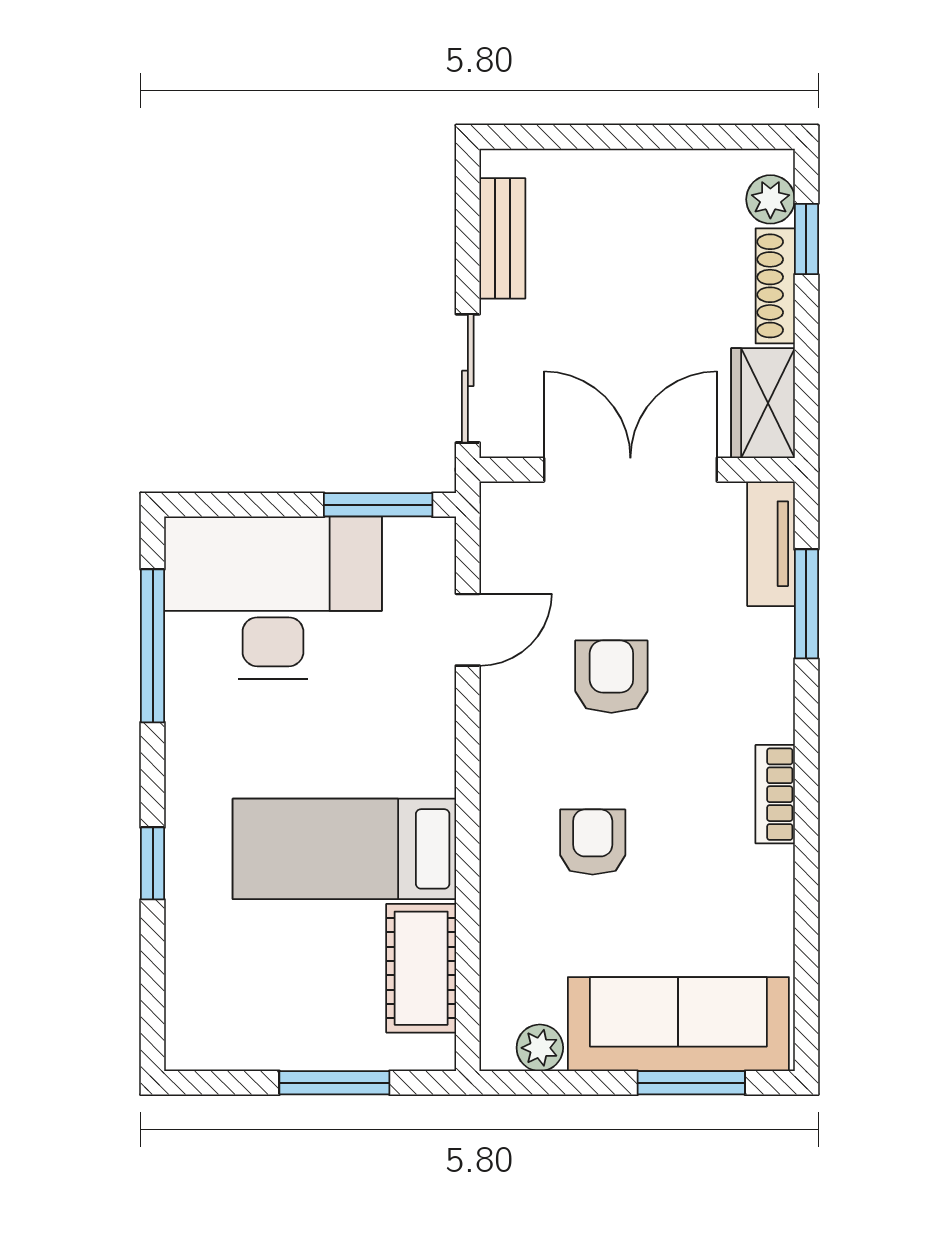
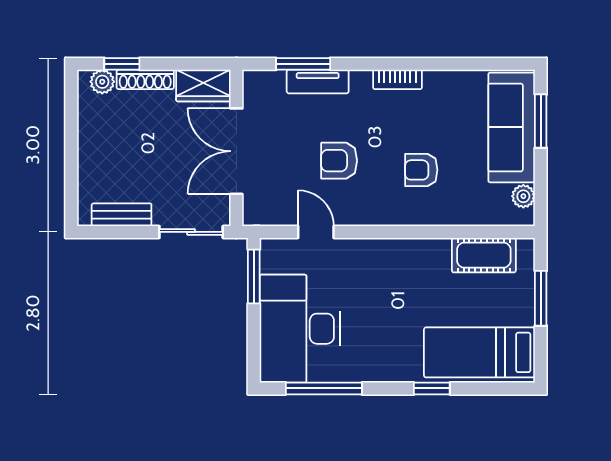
tv unit: (771, 544) -> (318, 81), moved
bed: (344, 849) -> (479, 352), moved, turned 90

